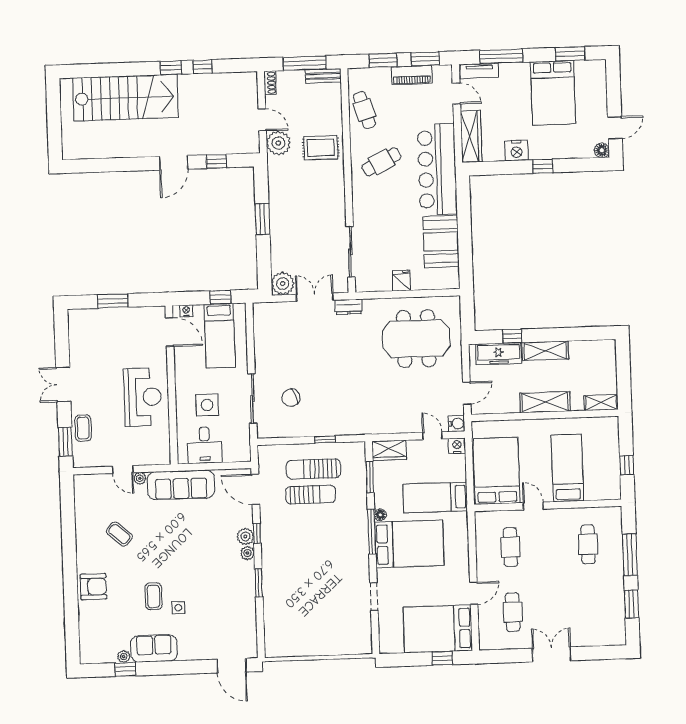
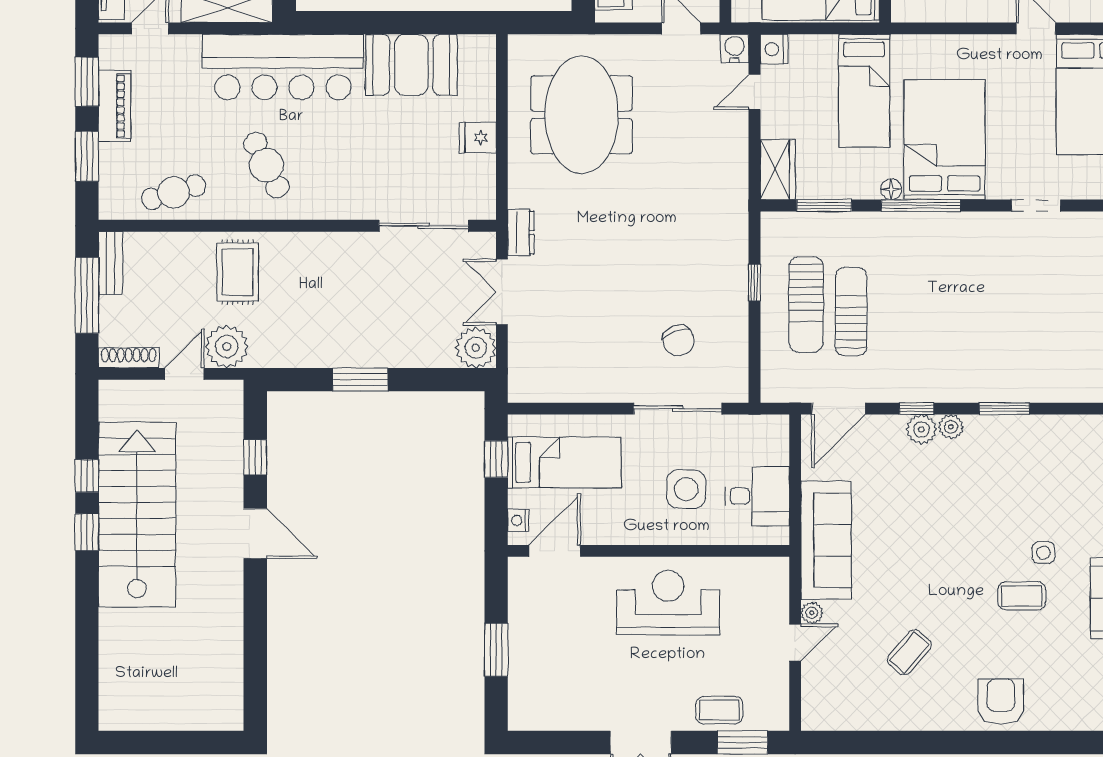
shoe rack: (270, 83) -> (129, 358), width x1.43
stairs: (126, 98) -> (137, 515), moved

